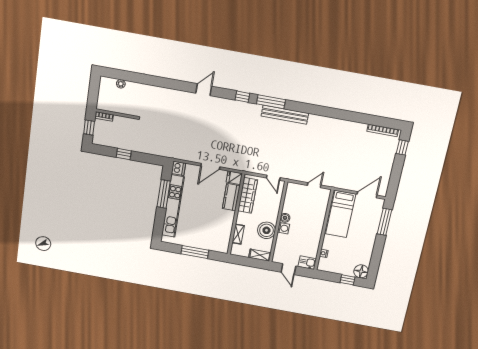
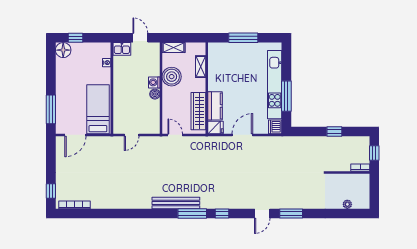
window: (176, 85) -> (291, 213), added

